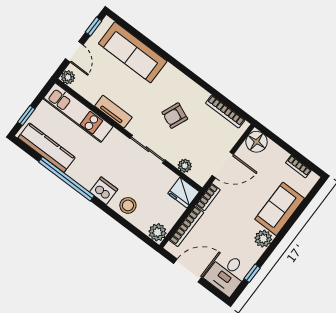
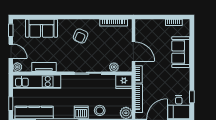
sofa: (133, 52) -> (42, 28), width x0.73
tv unit: (113, 112) -> (44, 67), moved
armchair: (175, 116) -> (81, 36), moved
floor lamp: (257, 142) -> (142, 26), removed
door: (223, 165) -> (133, 52), hinge flipped
plant: (263, 239) -> (184, 74), removed

